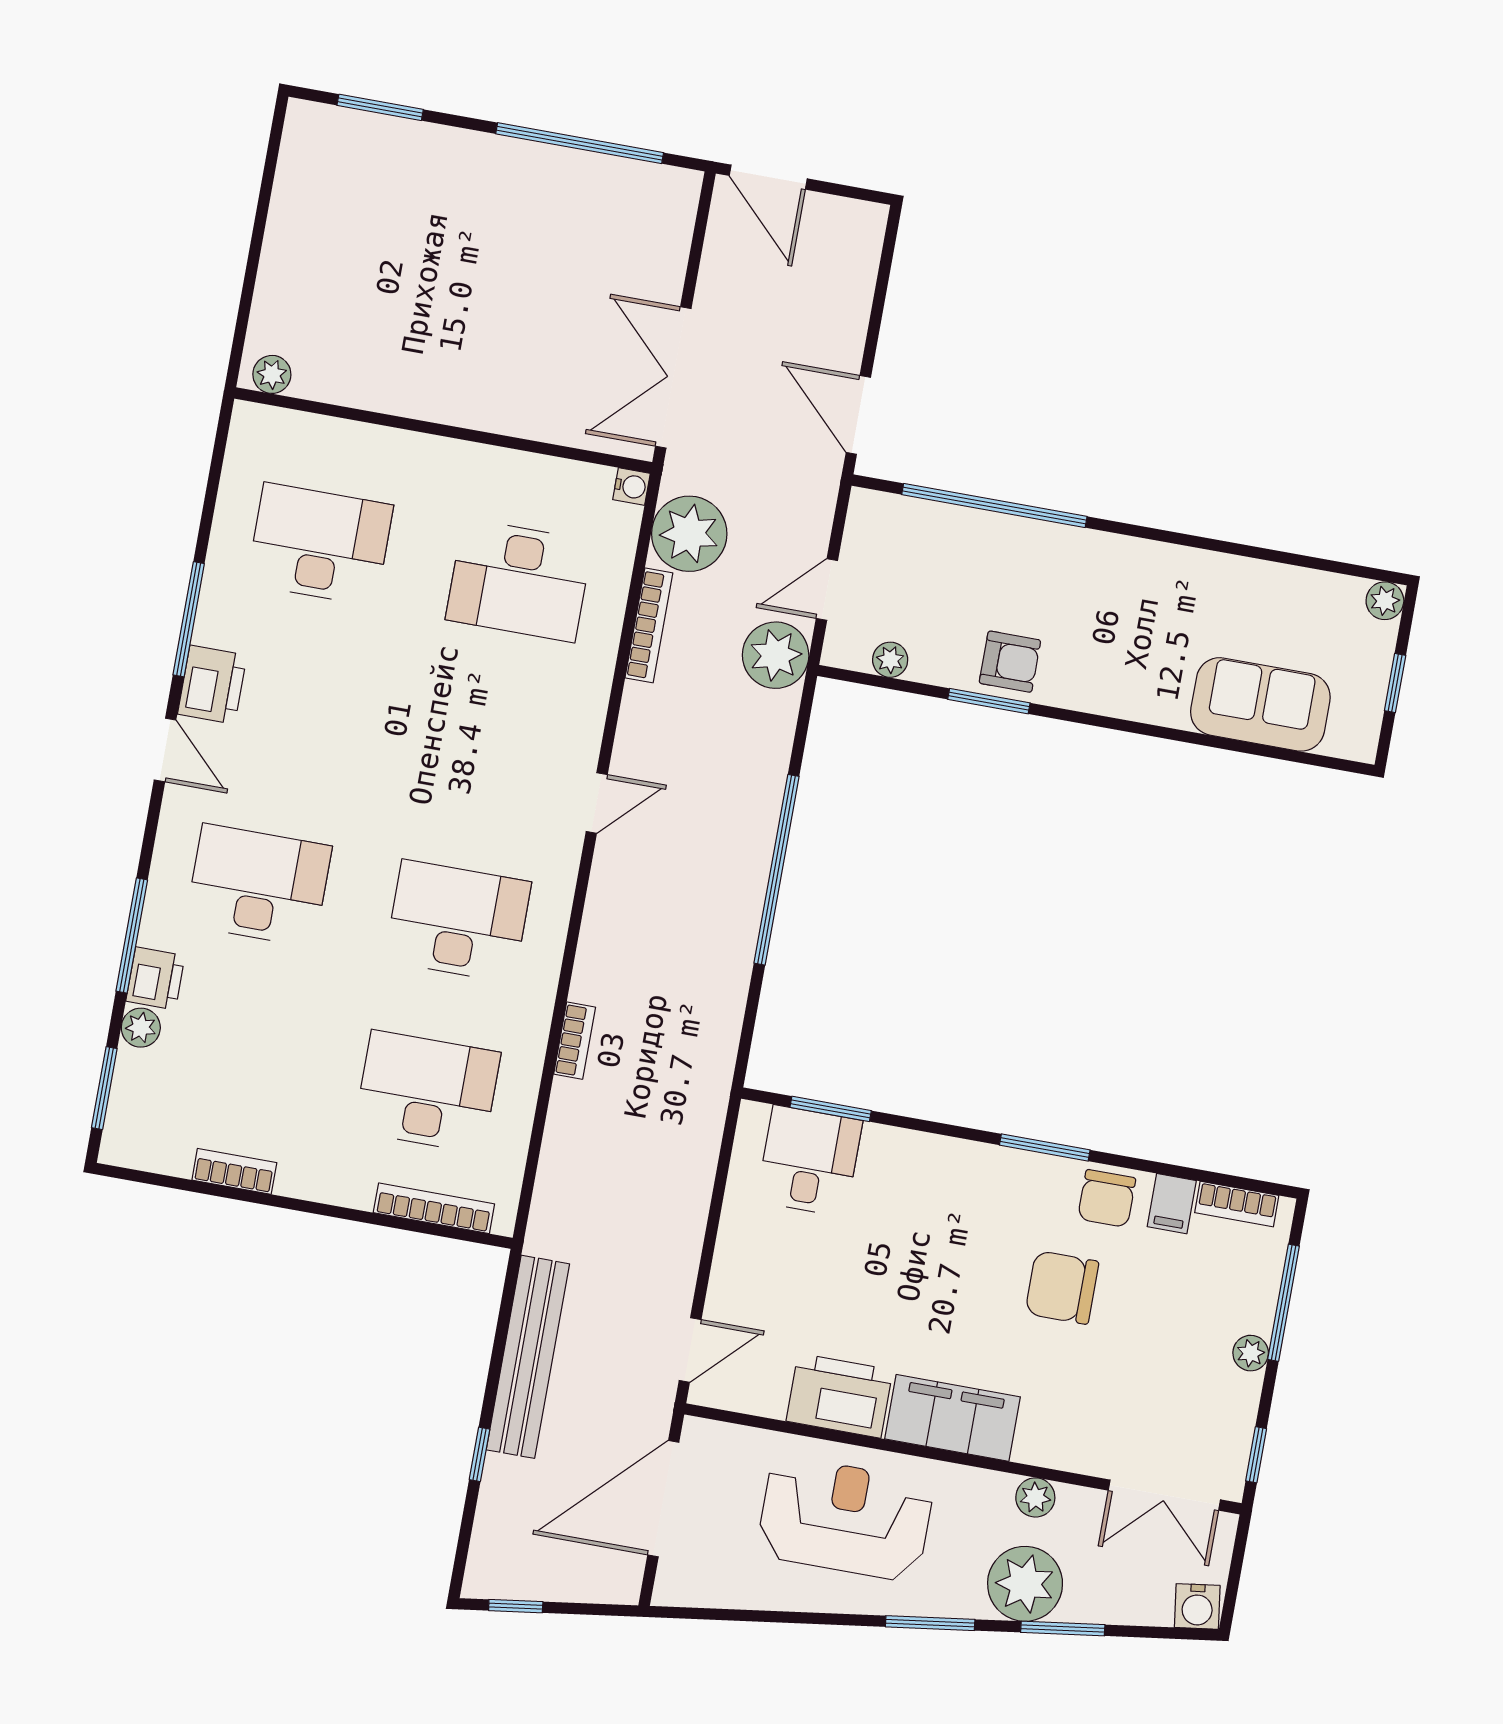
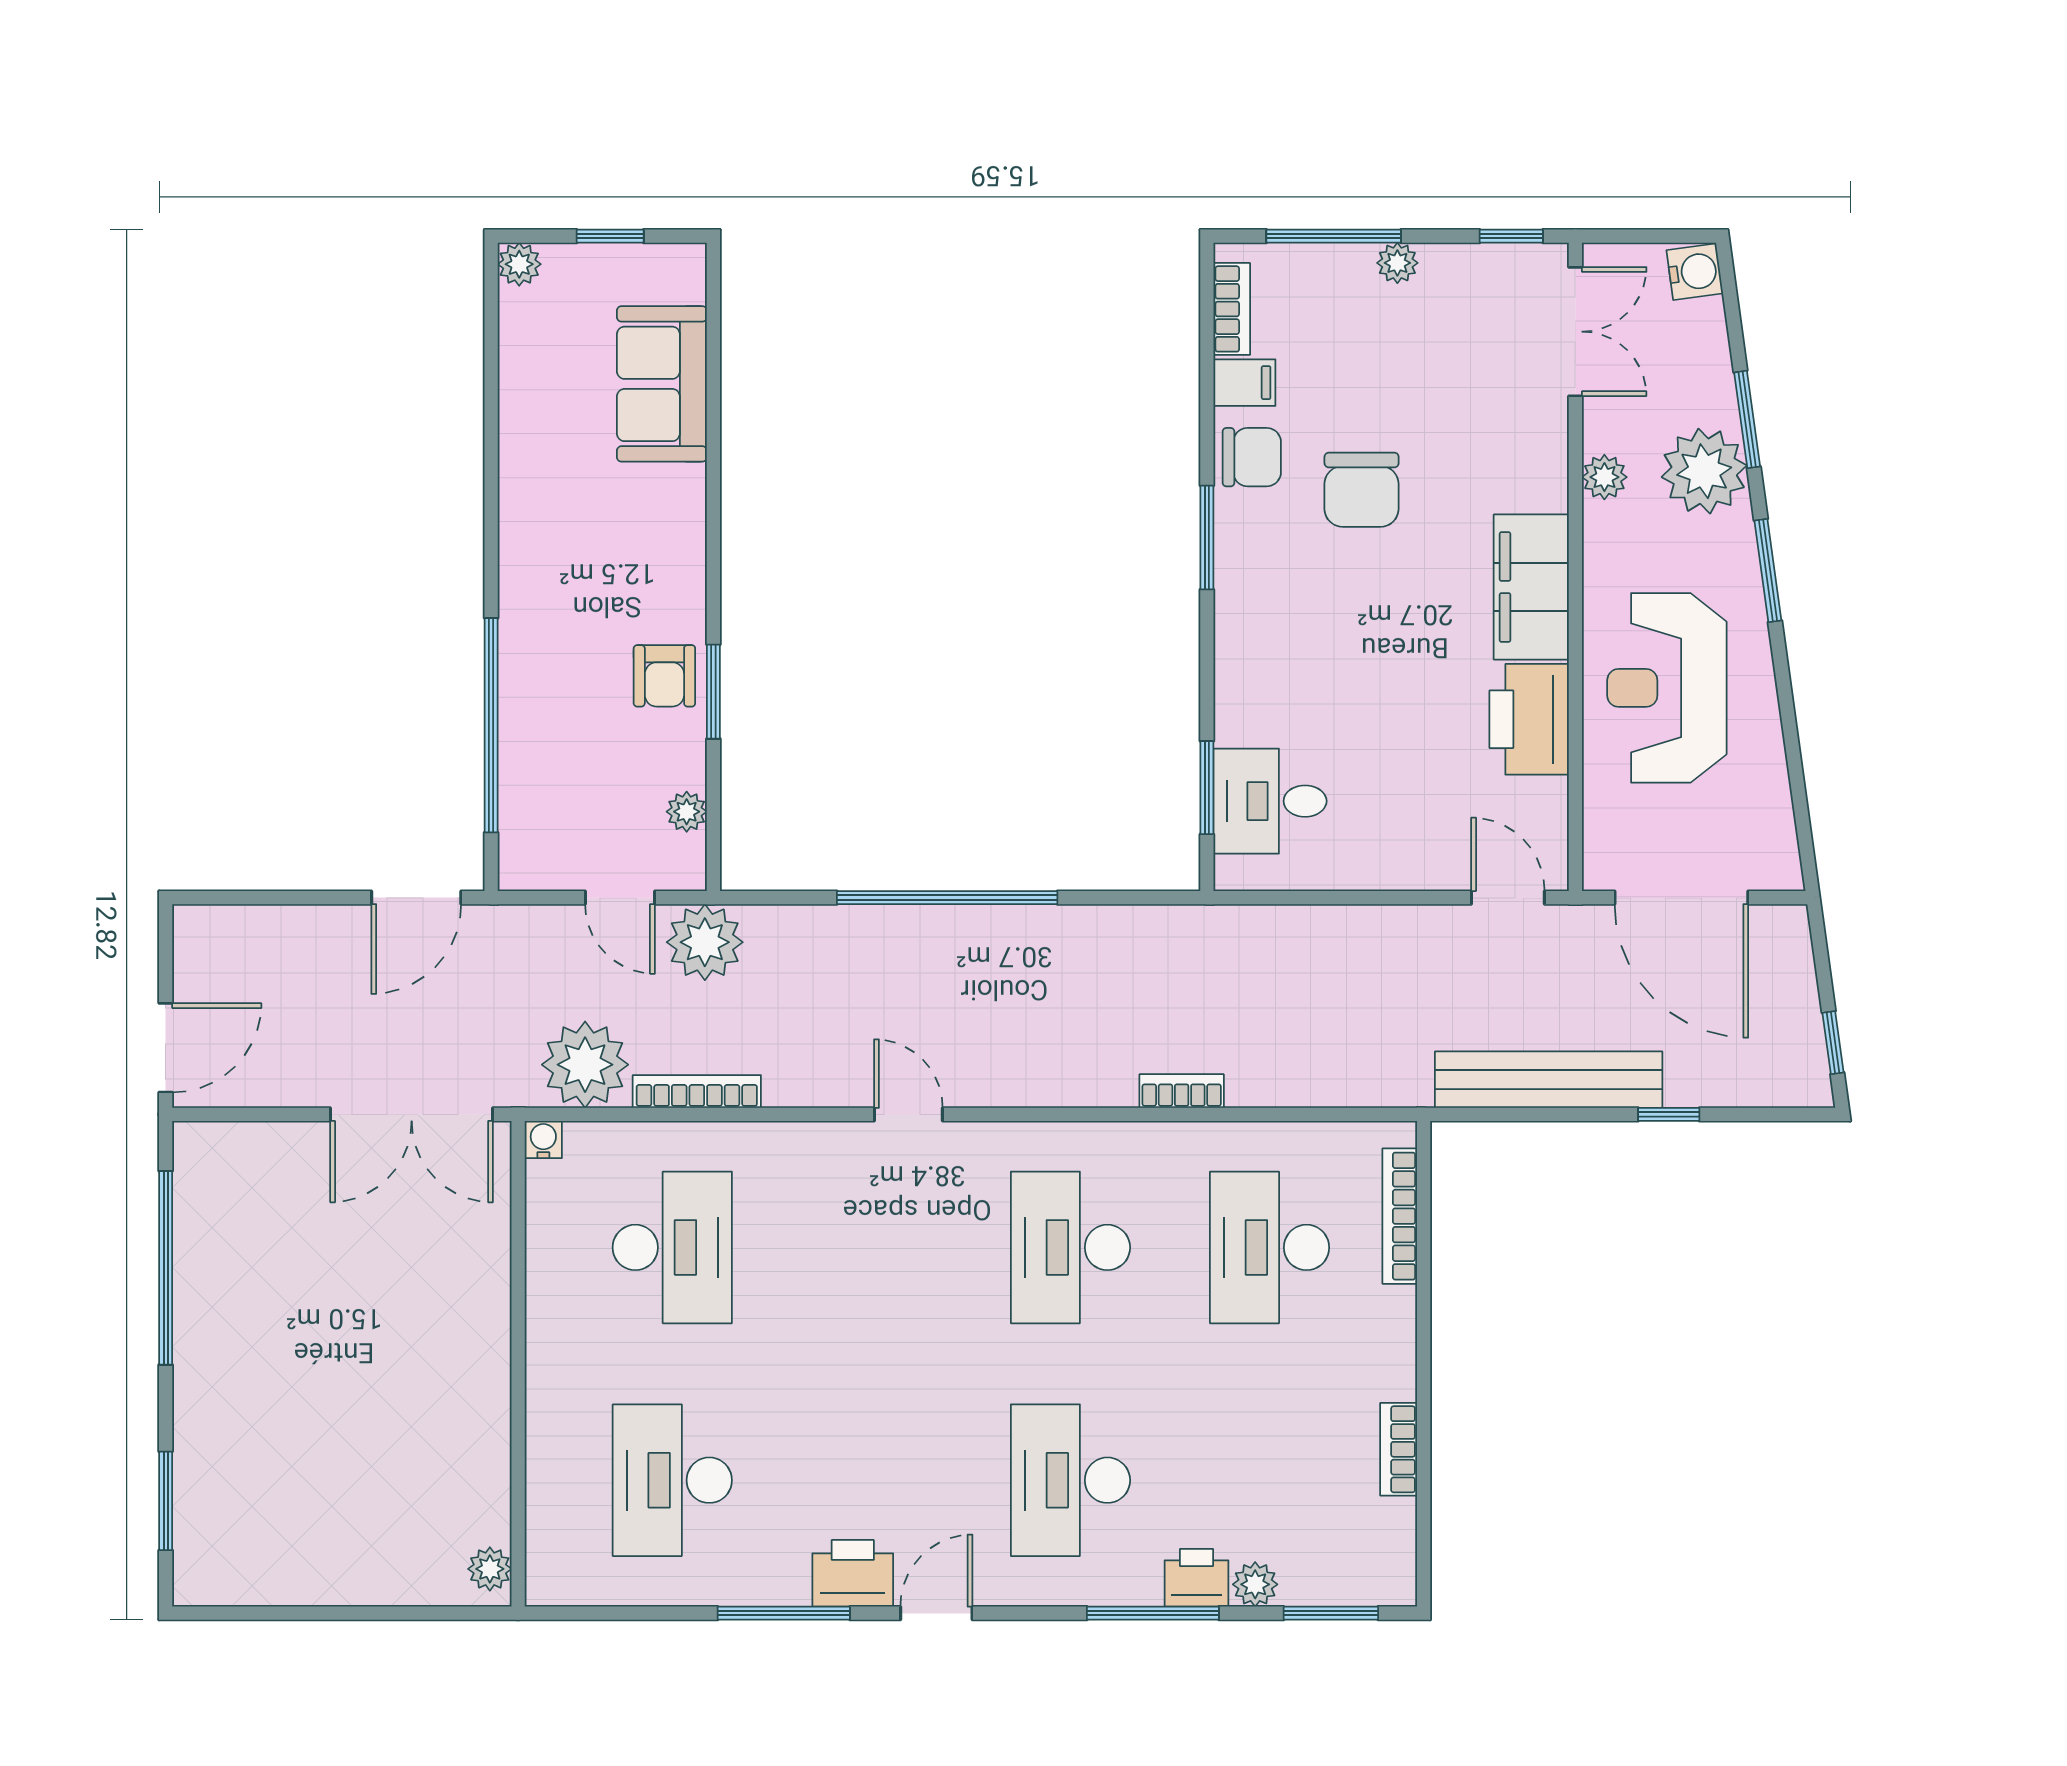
armchair: (1010, 662) -> (664, 676), turned 180

